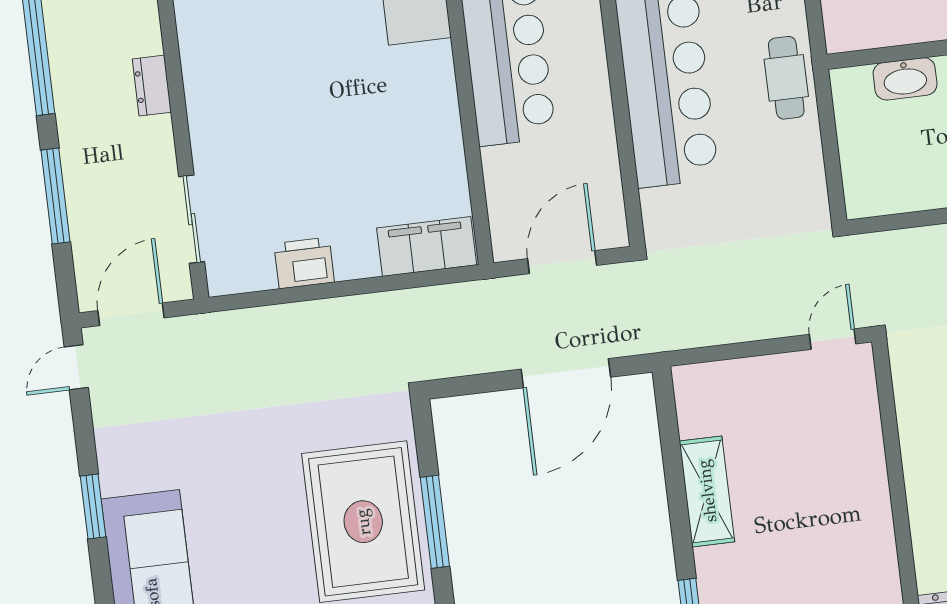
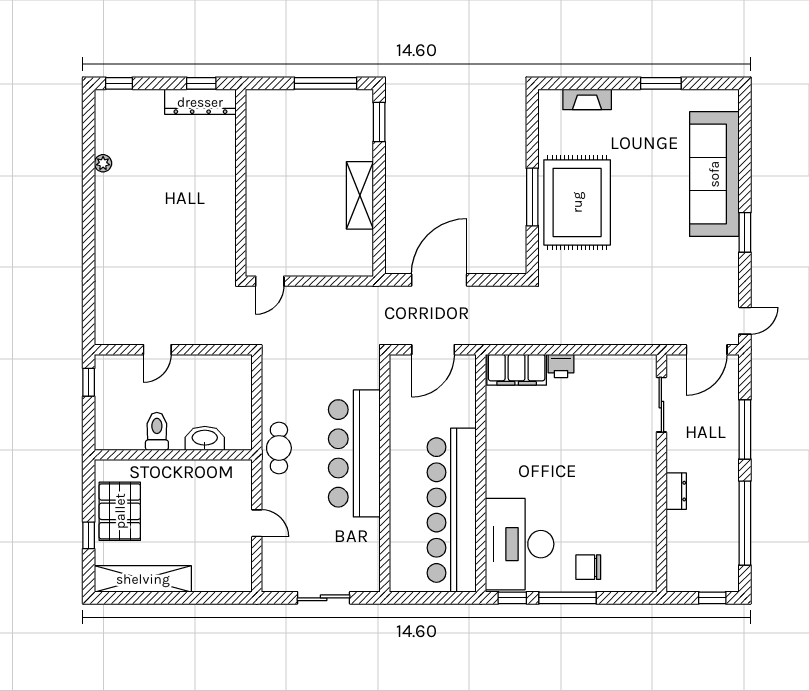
printer: (304, 263) -> (561, 366), moved, width x0.73, depth x0.81

